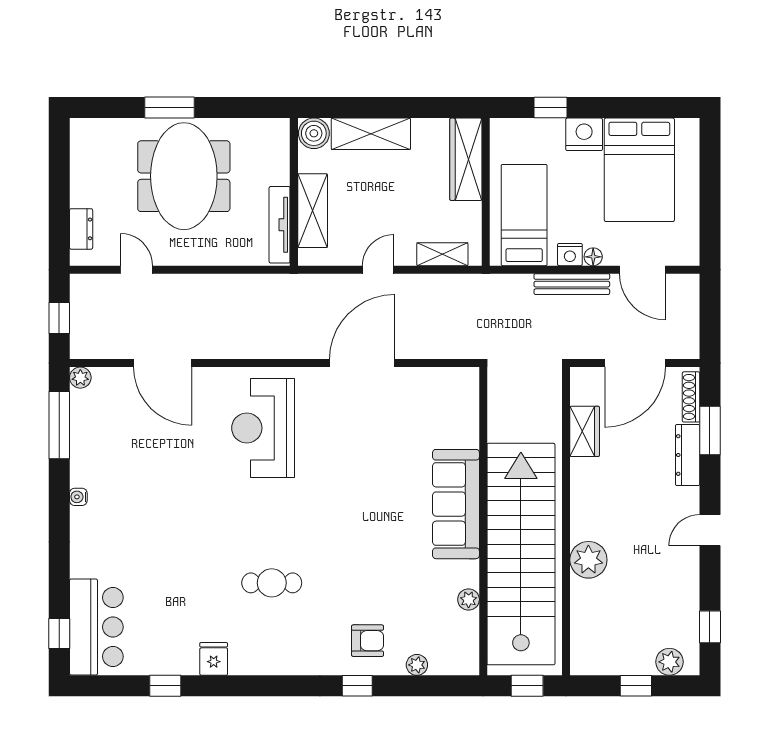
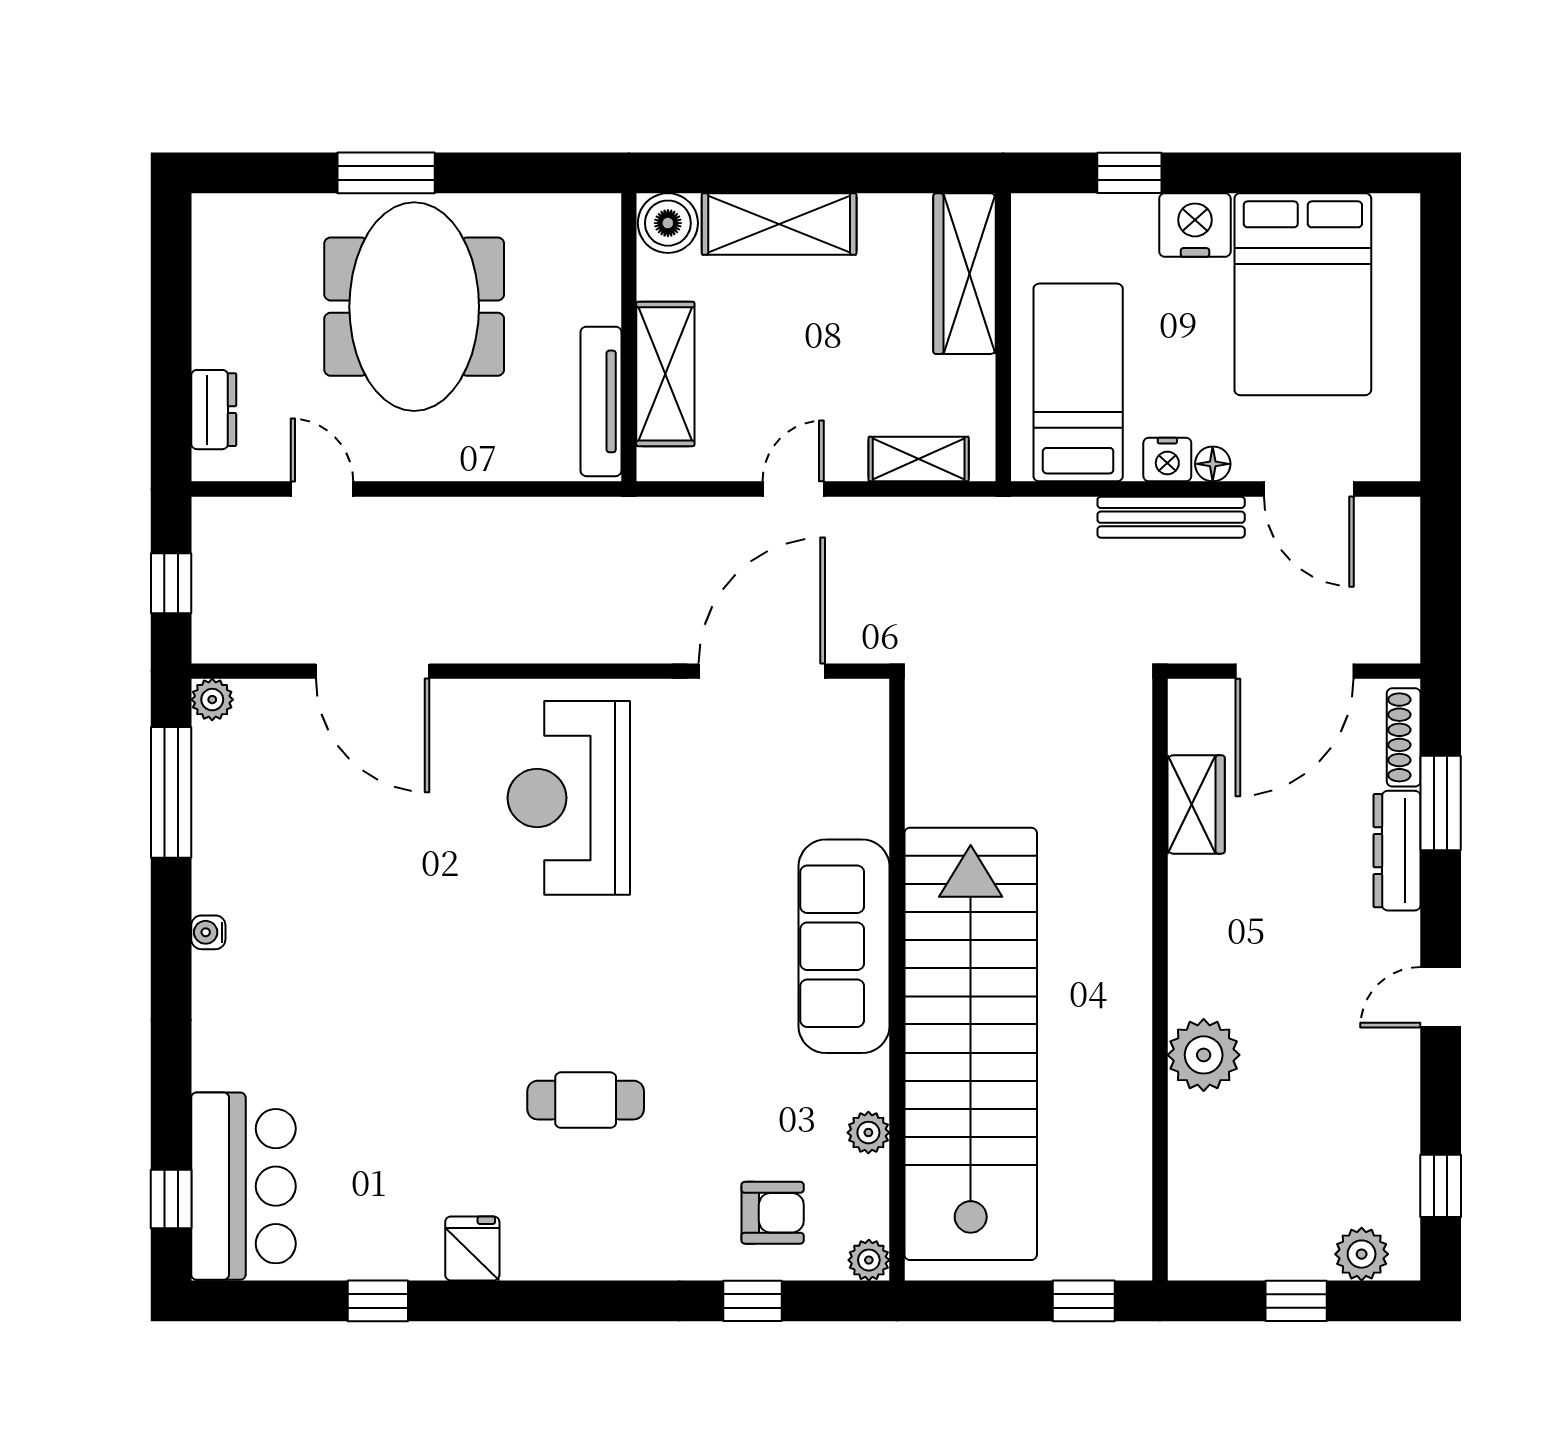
sofa: (456, 504) -> (844, 946), moved
wall: (483, 521) -> (897, 980), moved
stairs: (521, 554) -> (971, 1044), moved
plant: (469, 599) -> (868, 1133), moved

